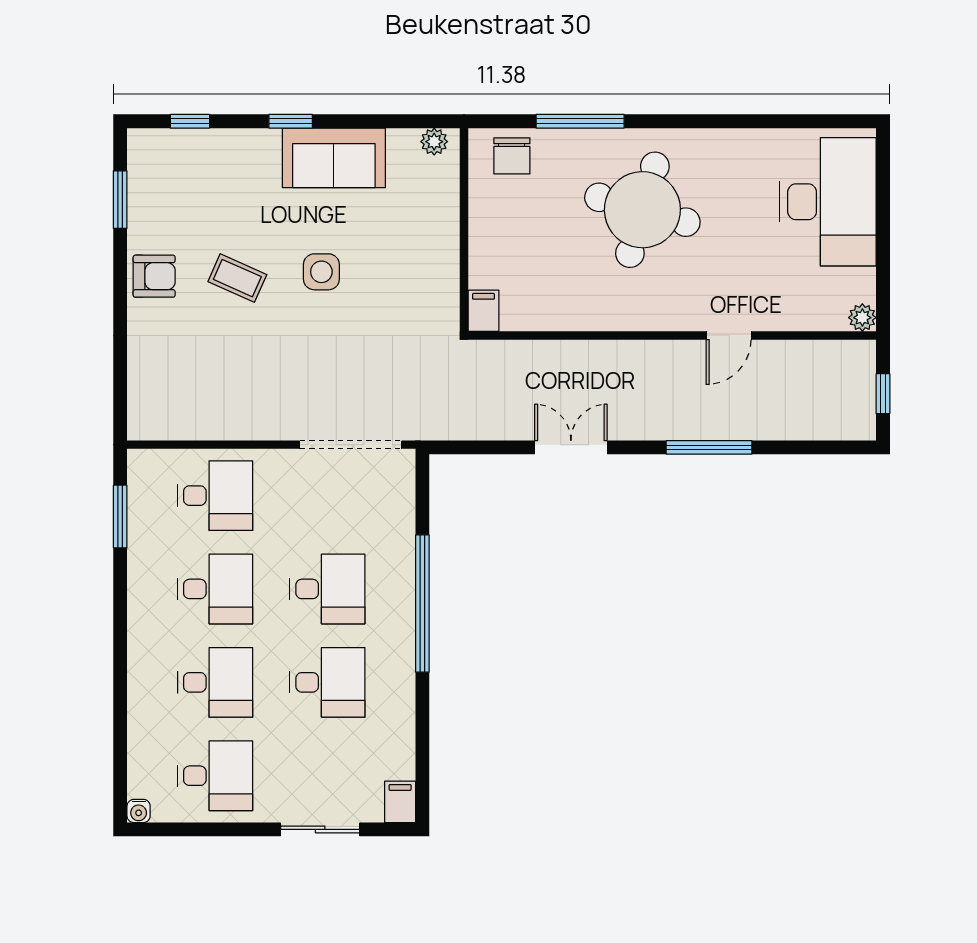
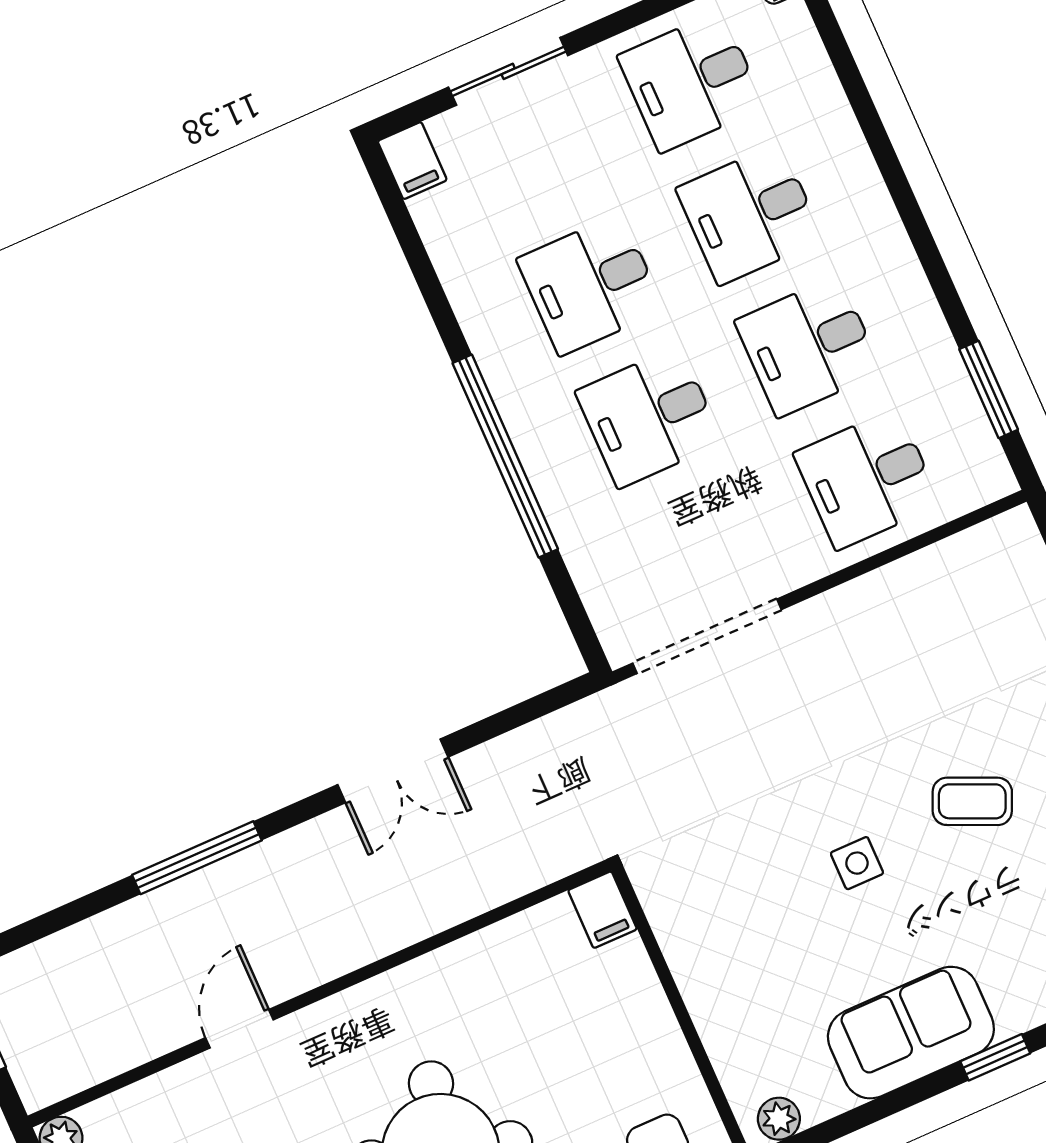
side table: (321, 272) -> (857, 863), width x0.73, depth x0.73

